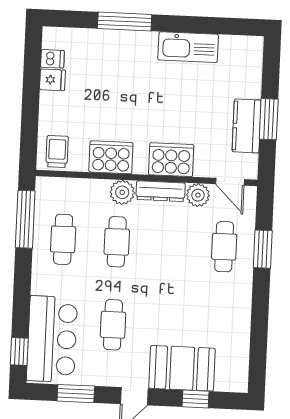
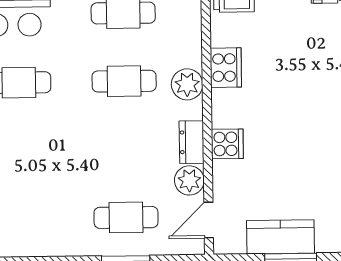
cooker: (111, 157) -> (226, 68), width x0.73, depth x0.76
cooker: (171, 160) -> (227, 144), width x0.53, depth x0.76
dresser: (161, 191) -> (192, 142), width x0.70

